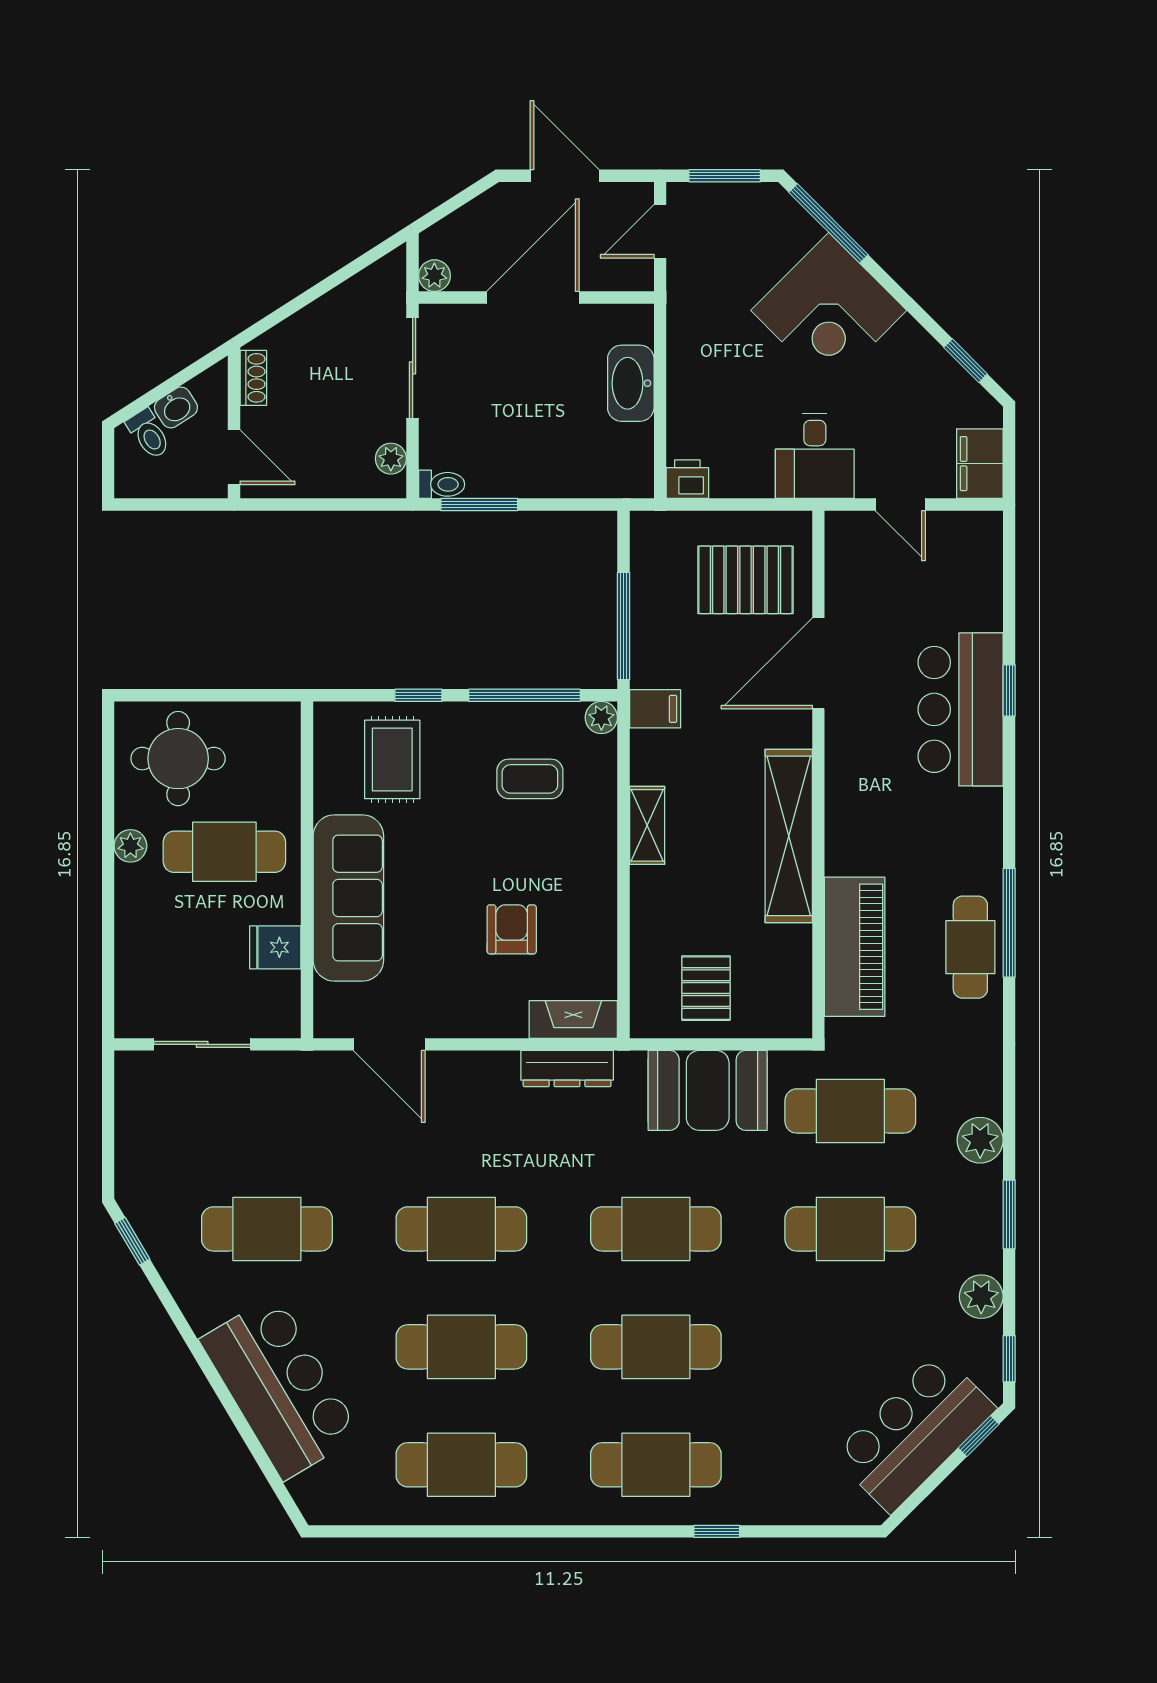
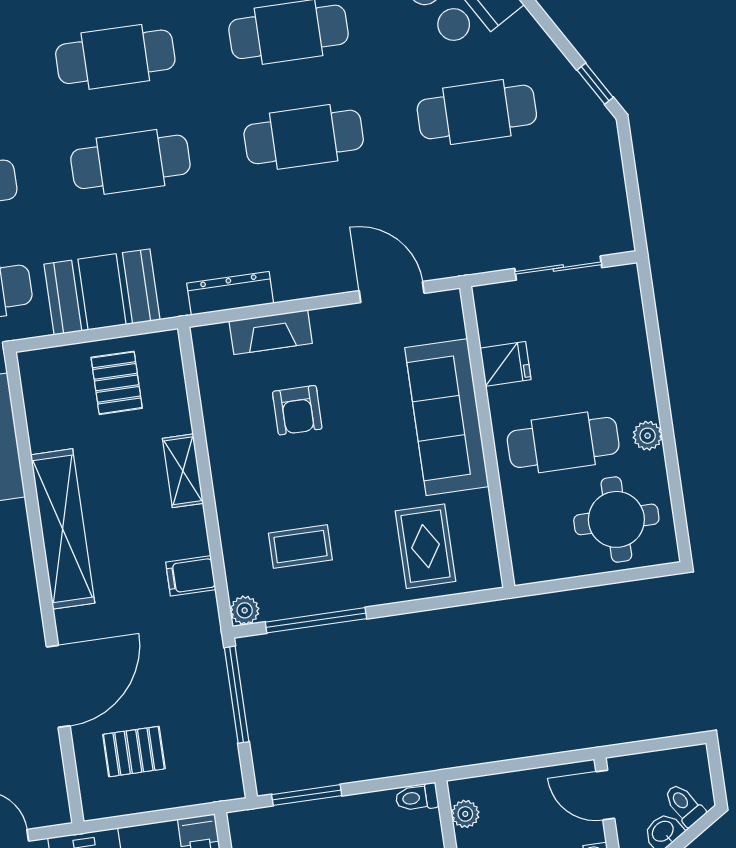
window: (479, 505) -> (307, 795), moved
pallet: (745, 580) -> (134, 752), width x0.67, depth x0.71
window: (418, 695) -> (410, 607), removed
filing cabinet: (655, 709) -> (191, 576), moved
shelving: (647, 825) -> (183, 471), moved
fireplace: (573, 1019) -> (271, 332), moved

